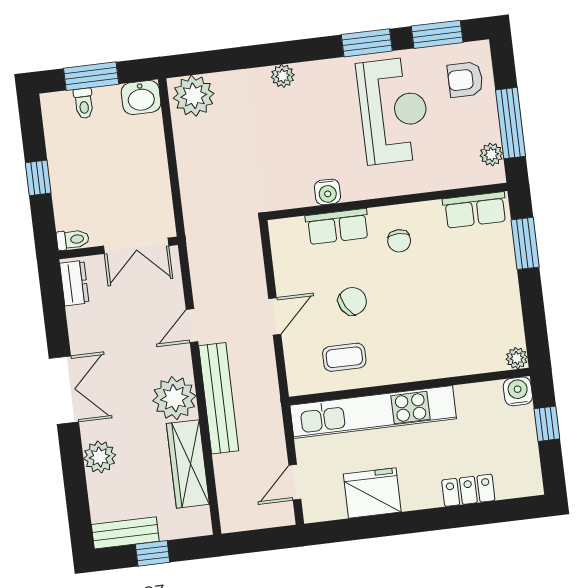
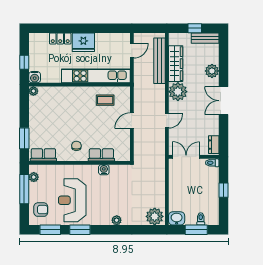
chair: (352, 301) -> (99, 123), removed
bench: (219, 398) -> (159, 61), moved
fridge: (372, 493) -> (83, 42), moved

